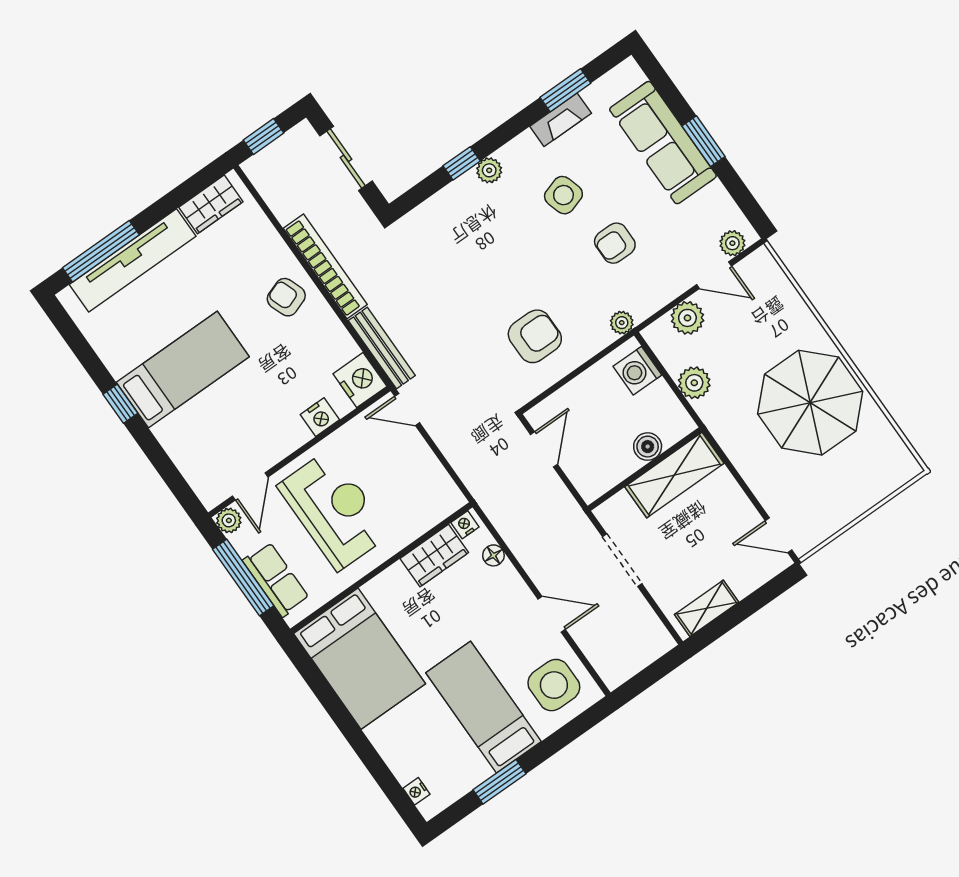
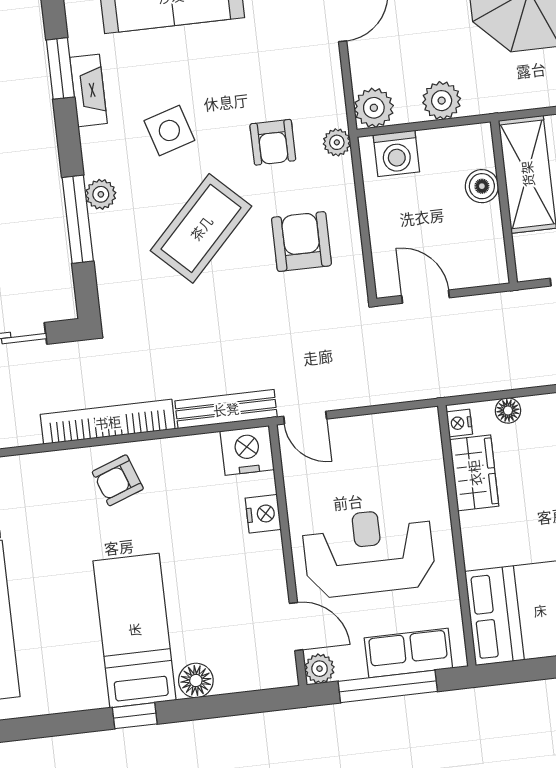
window: (462, 163) -> (78, 219), width x2.17
armchair: (615, 243) -> (273, 142), moved
coffee table: (504, 257) -> (201, 228), added
plant: (687, 318) -> (374, 108), moved
door: (407, 409) -> (305, 418), hinge flipped
floor lamp: (171, 434) -> (196, 680), added

